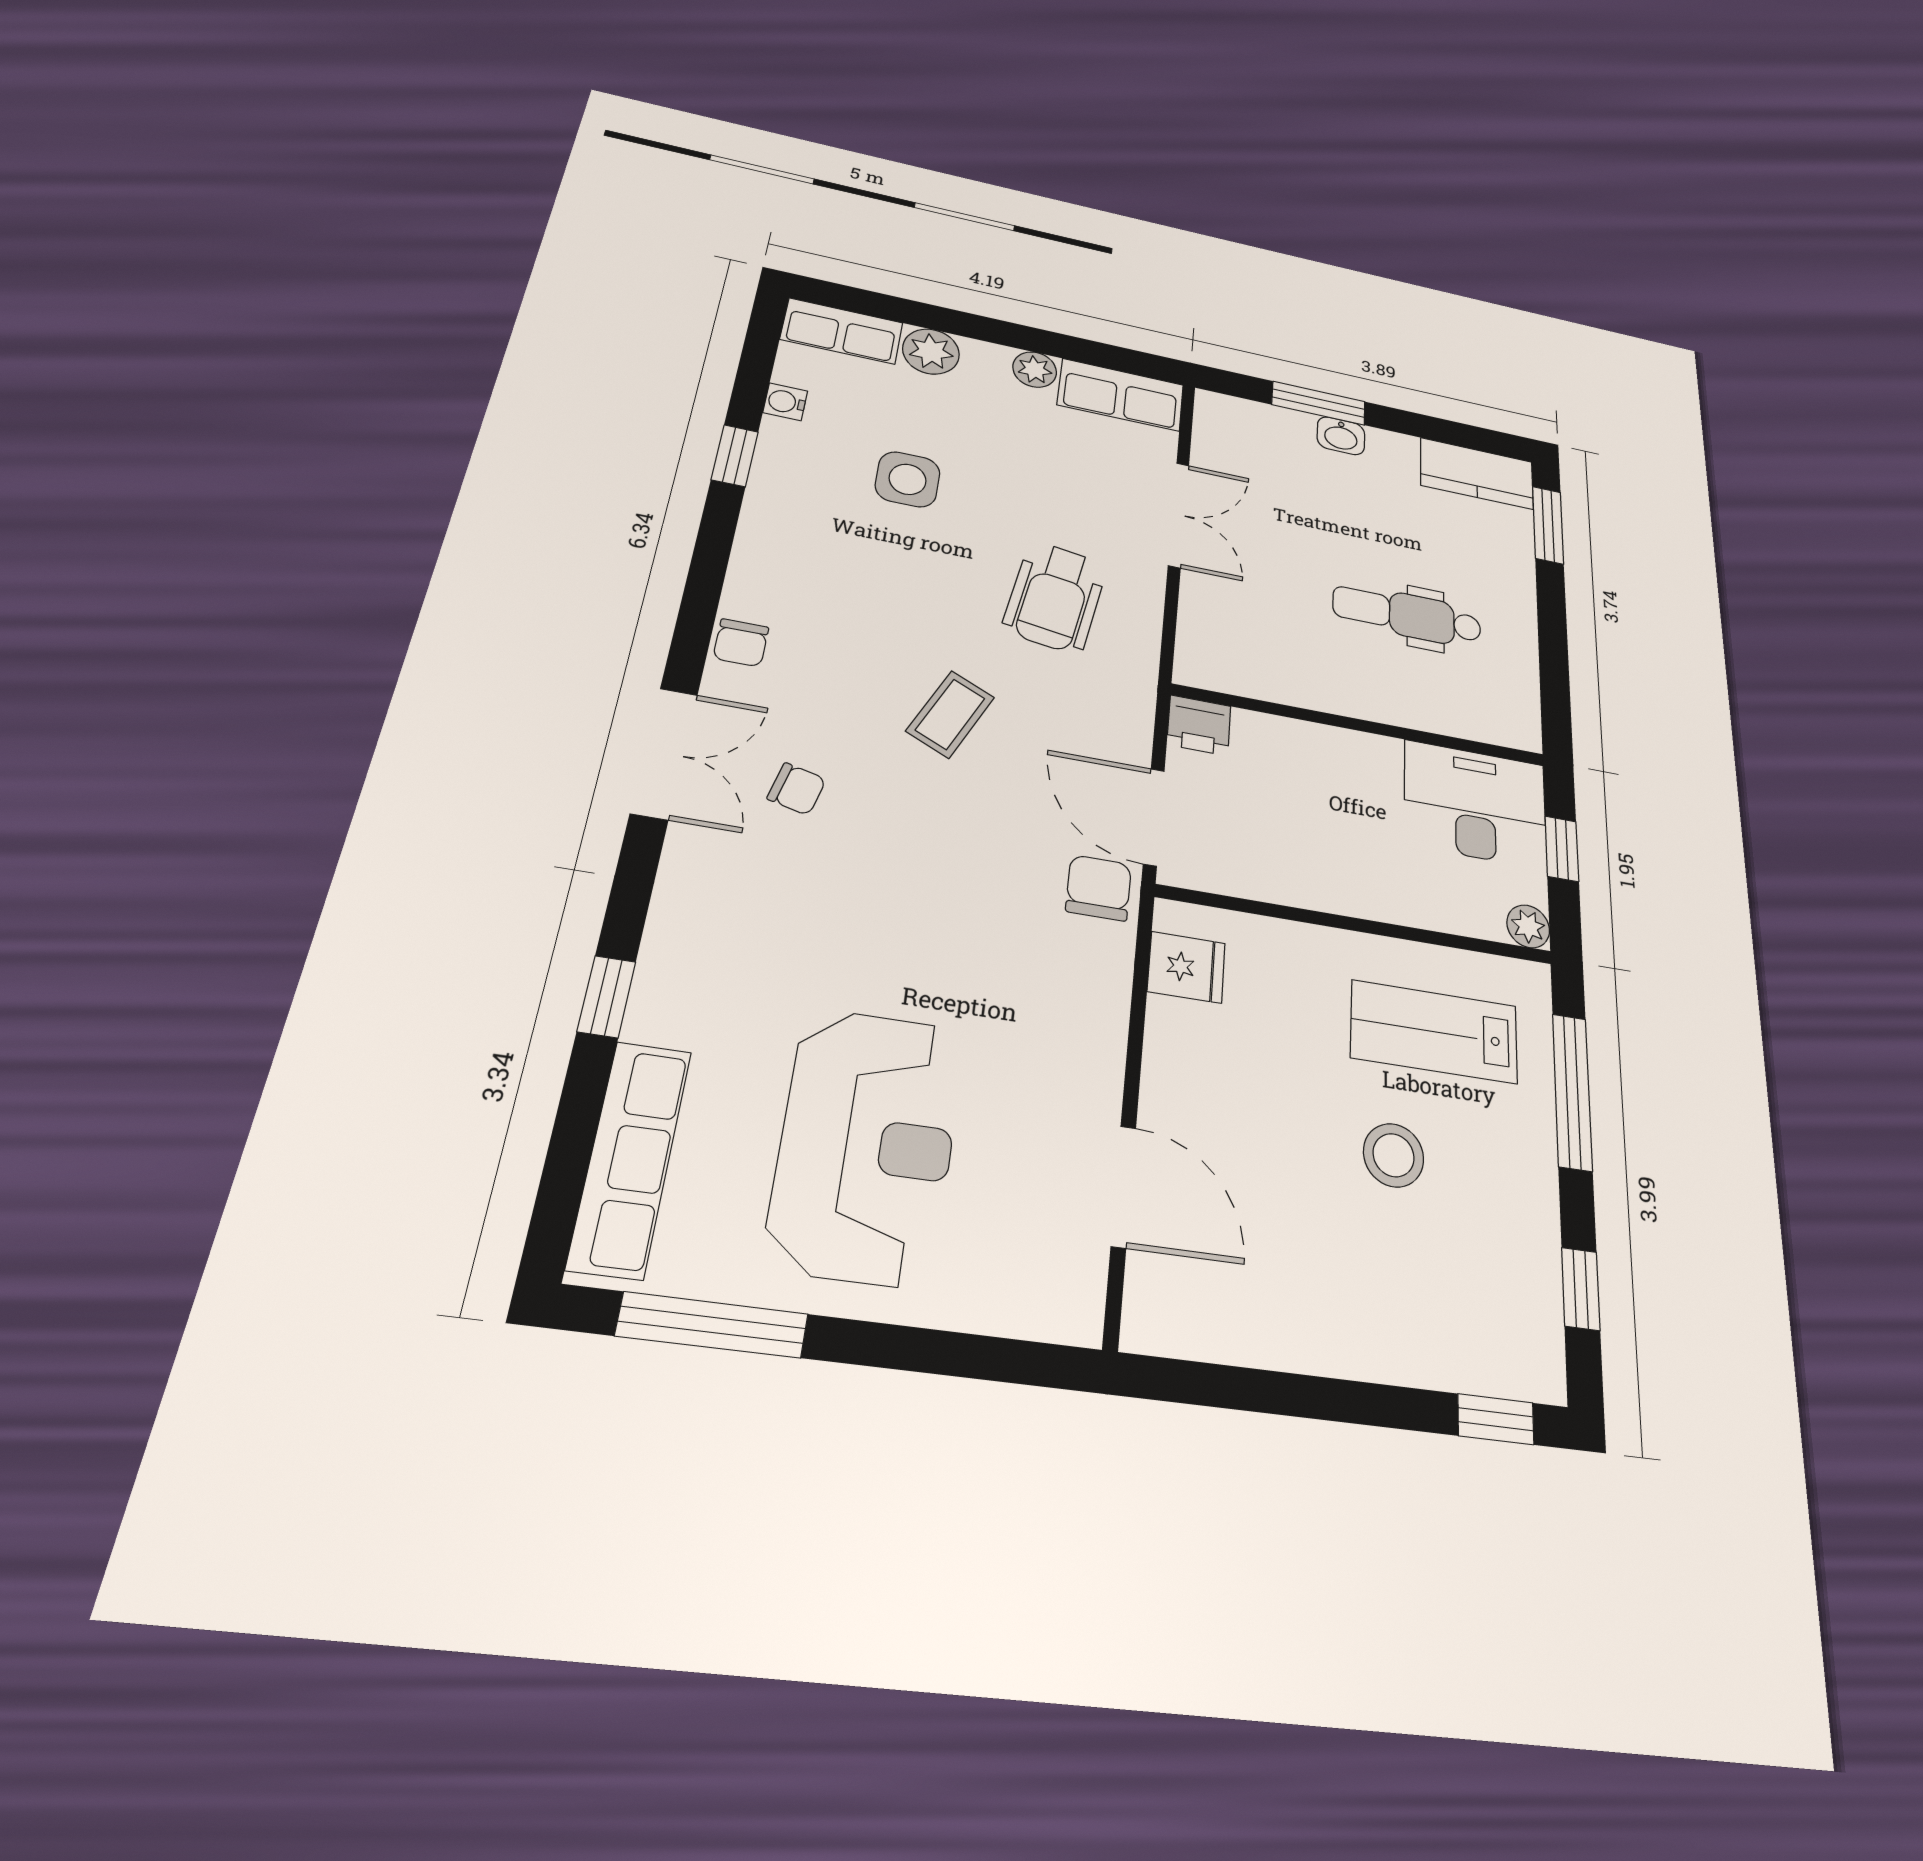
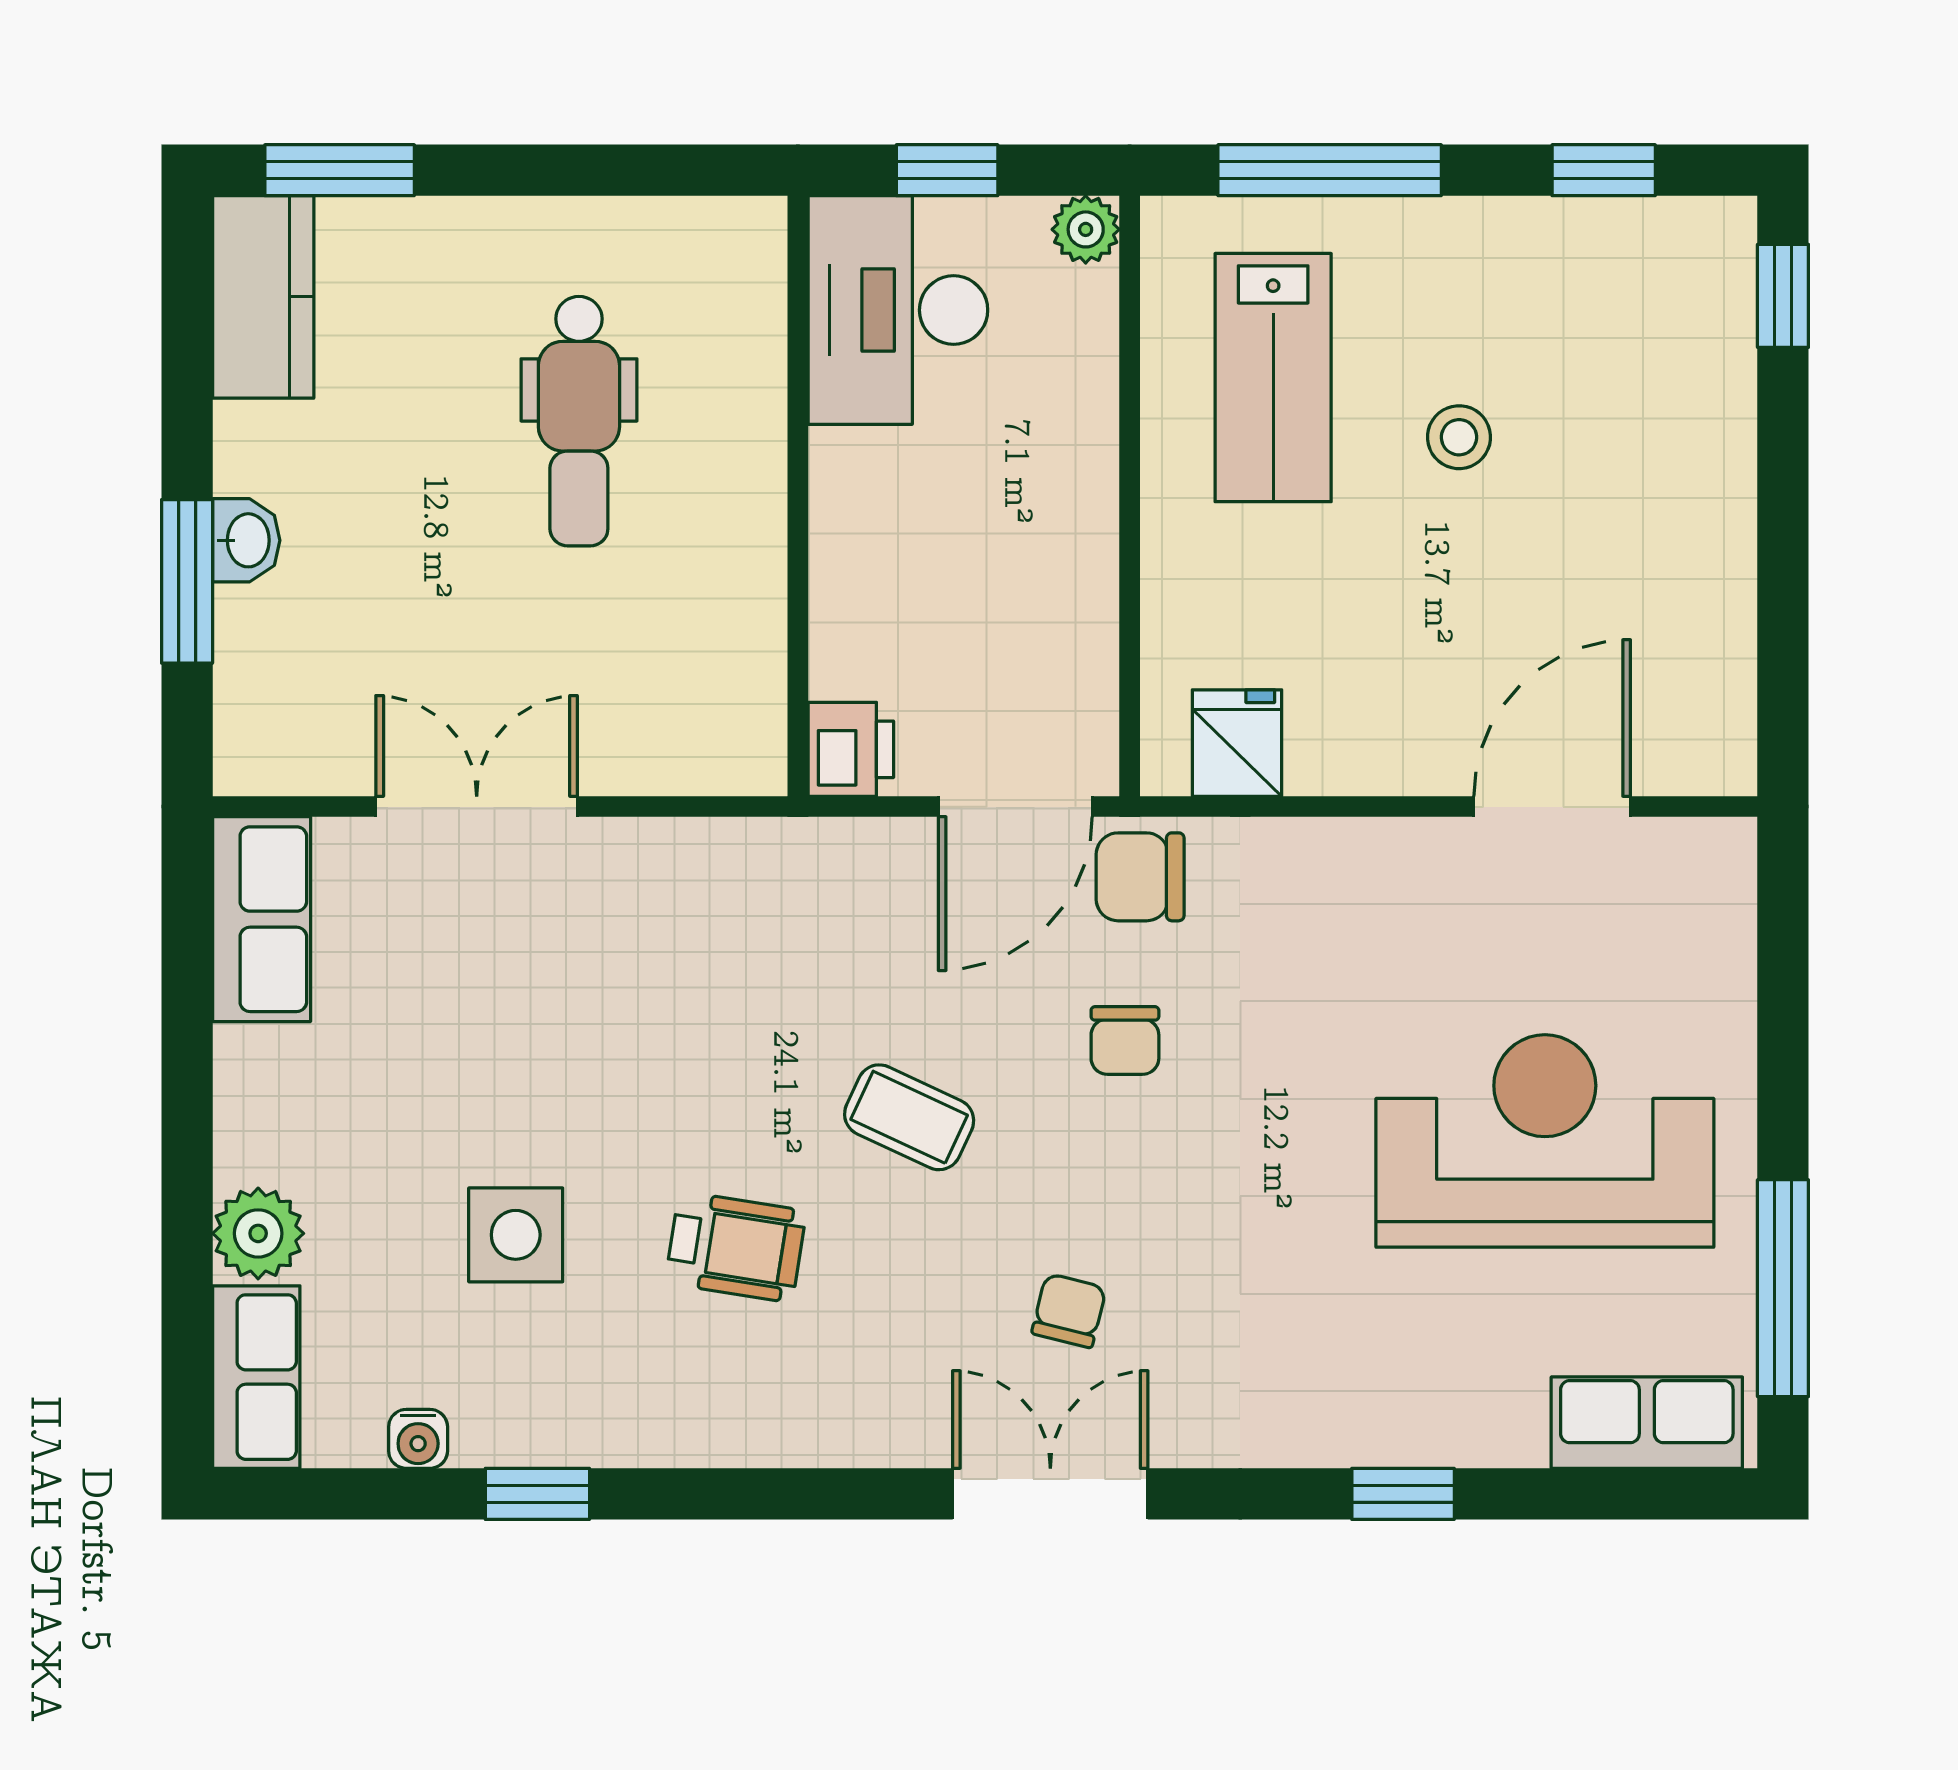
plant: (1035, 370) -> (249, 1064), removed
wheelchair: (1055, 597) -> (736, 1247), moved, width x0.73, depth x0.73
chair: (741, 643) -> (1125, 1041), moved, turned 90
stool: (1394, 1155) -> (1459, 437), width x0.73, depth x0.73
row of seats: (630, 1158) -> (1647, 1423), width x0.68

